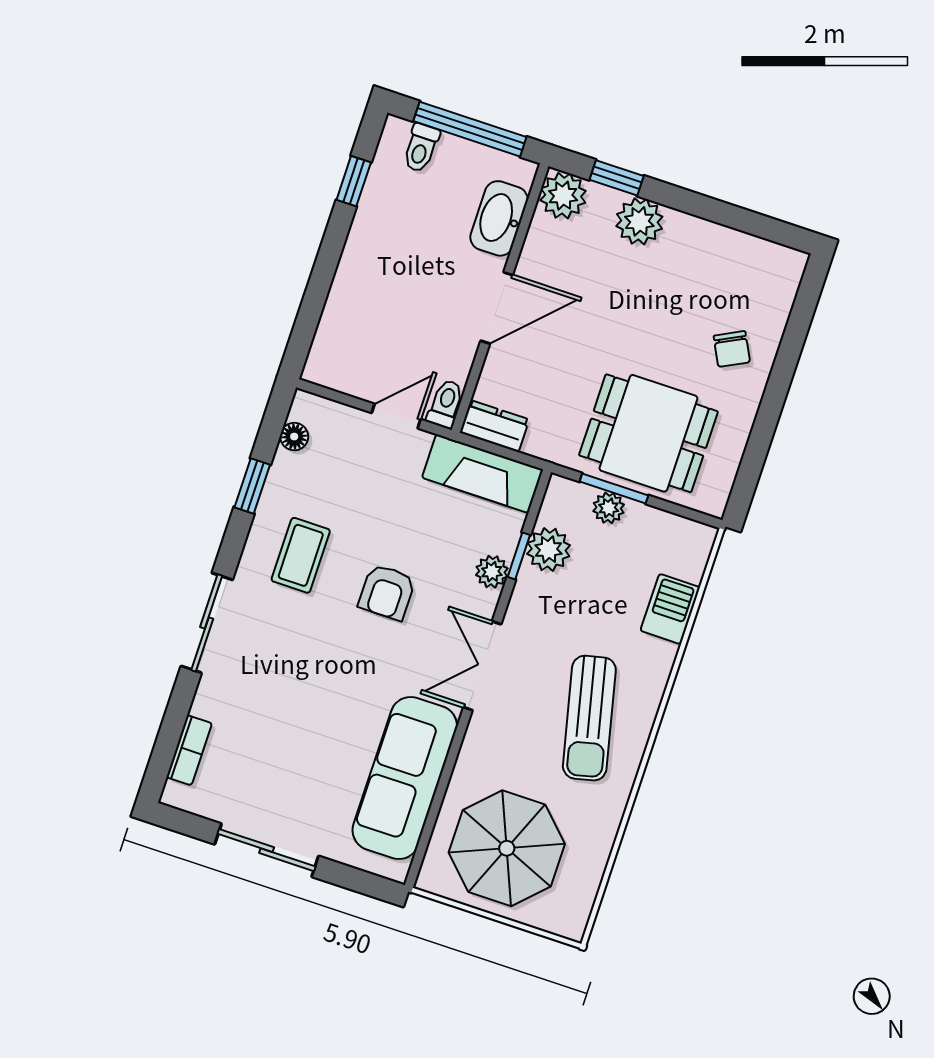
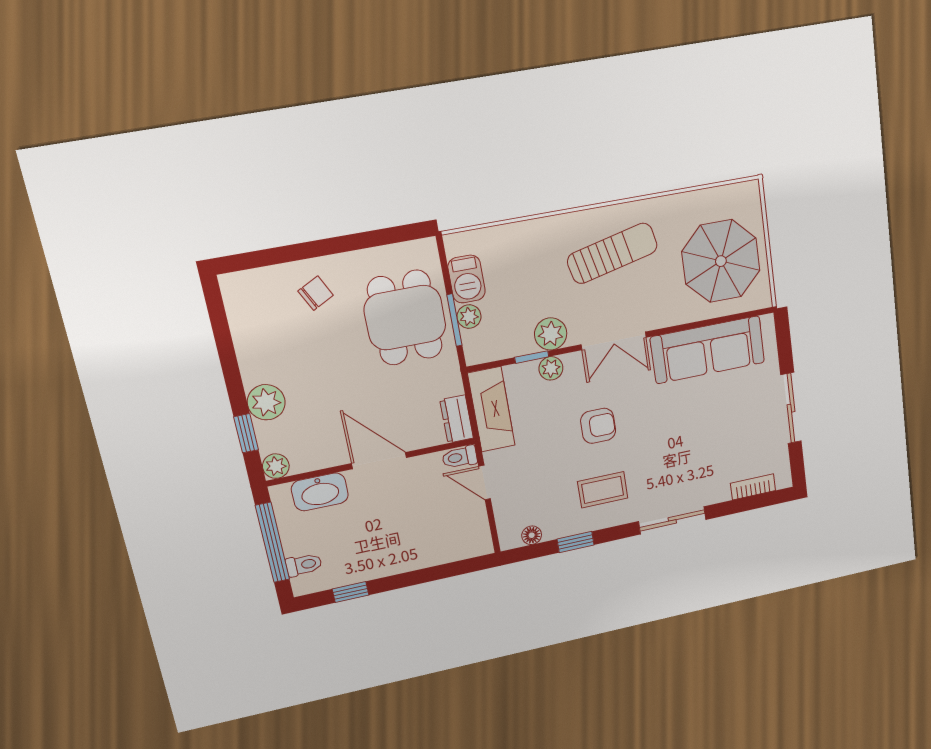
plant: (563, 196) -> (276, 466), width x0.73, depth x0.73
plant: (549, 550) -> (551, 334), moved
barbecue: (670, 609) -> (467, 279), moved, turned -90

